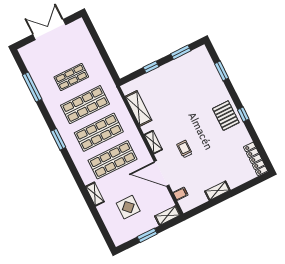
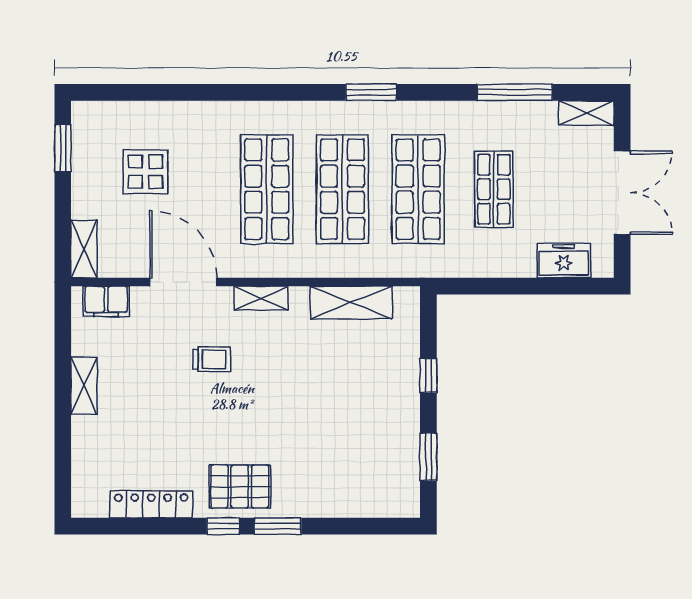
freezer: (85, 39) -> (564, 261), added
window: (222, 71) -> (278, 526), moved
locker: (256, 159) -> (151, 504), moved
door: (162, 173) -> (183, 282), hinge flipped
shelving: (95, 194) -> (586, 113), moved
filing cabinet: (180, 194) -> (106, 301), width x2.00
window: (147, 235) -> (63, 148), moved

